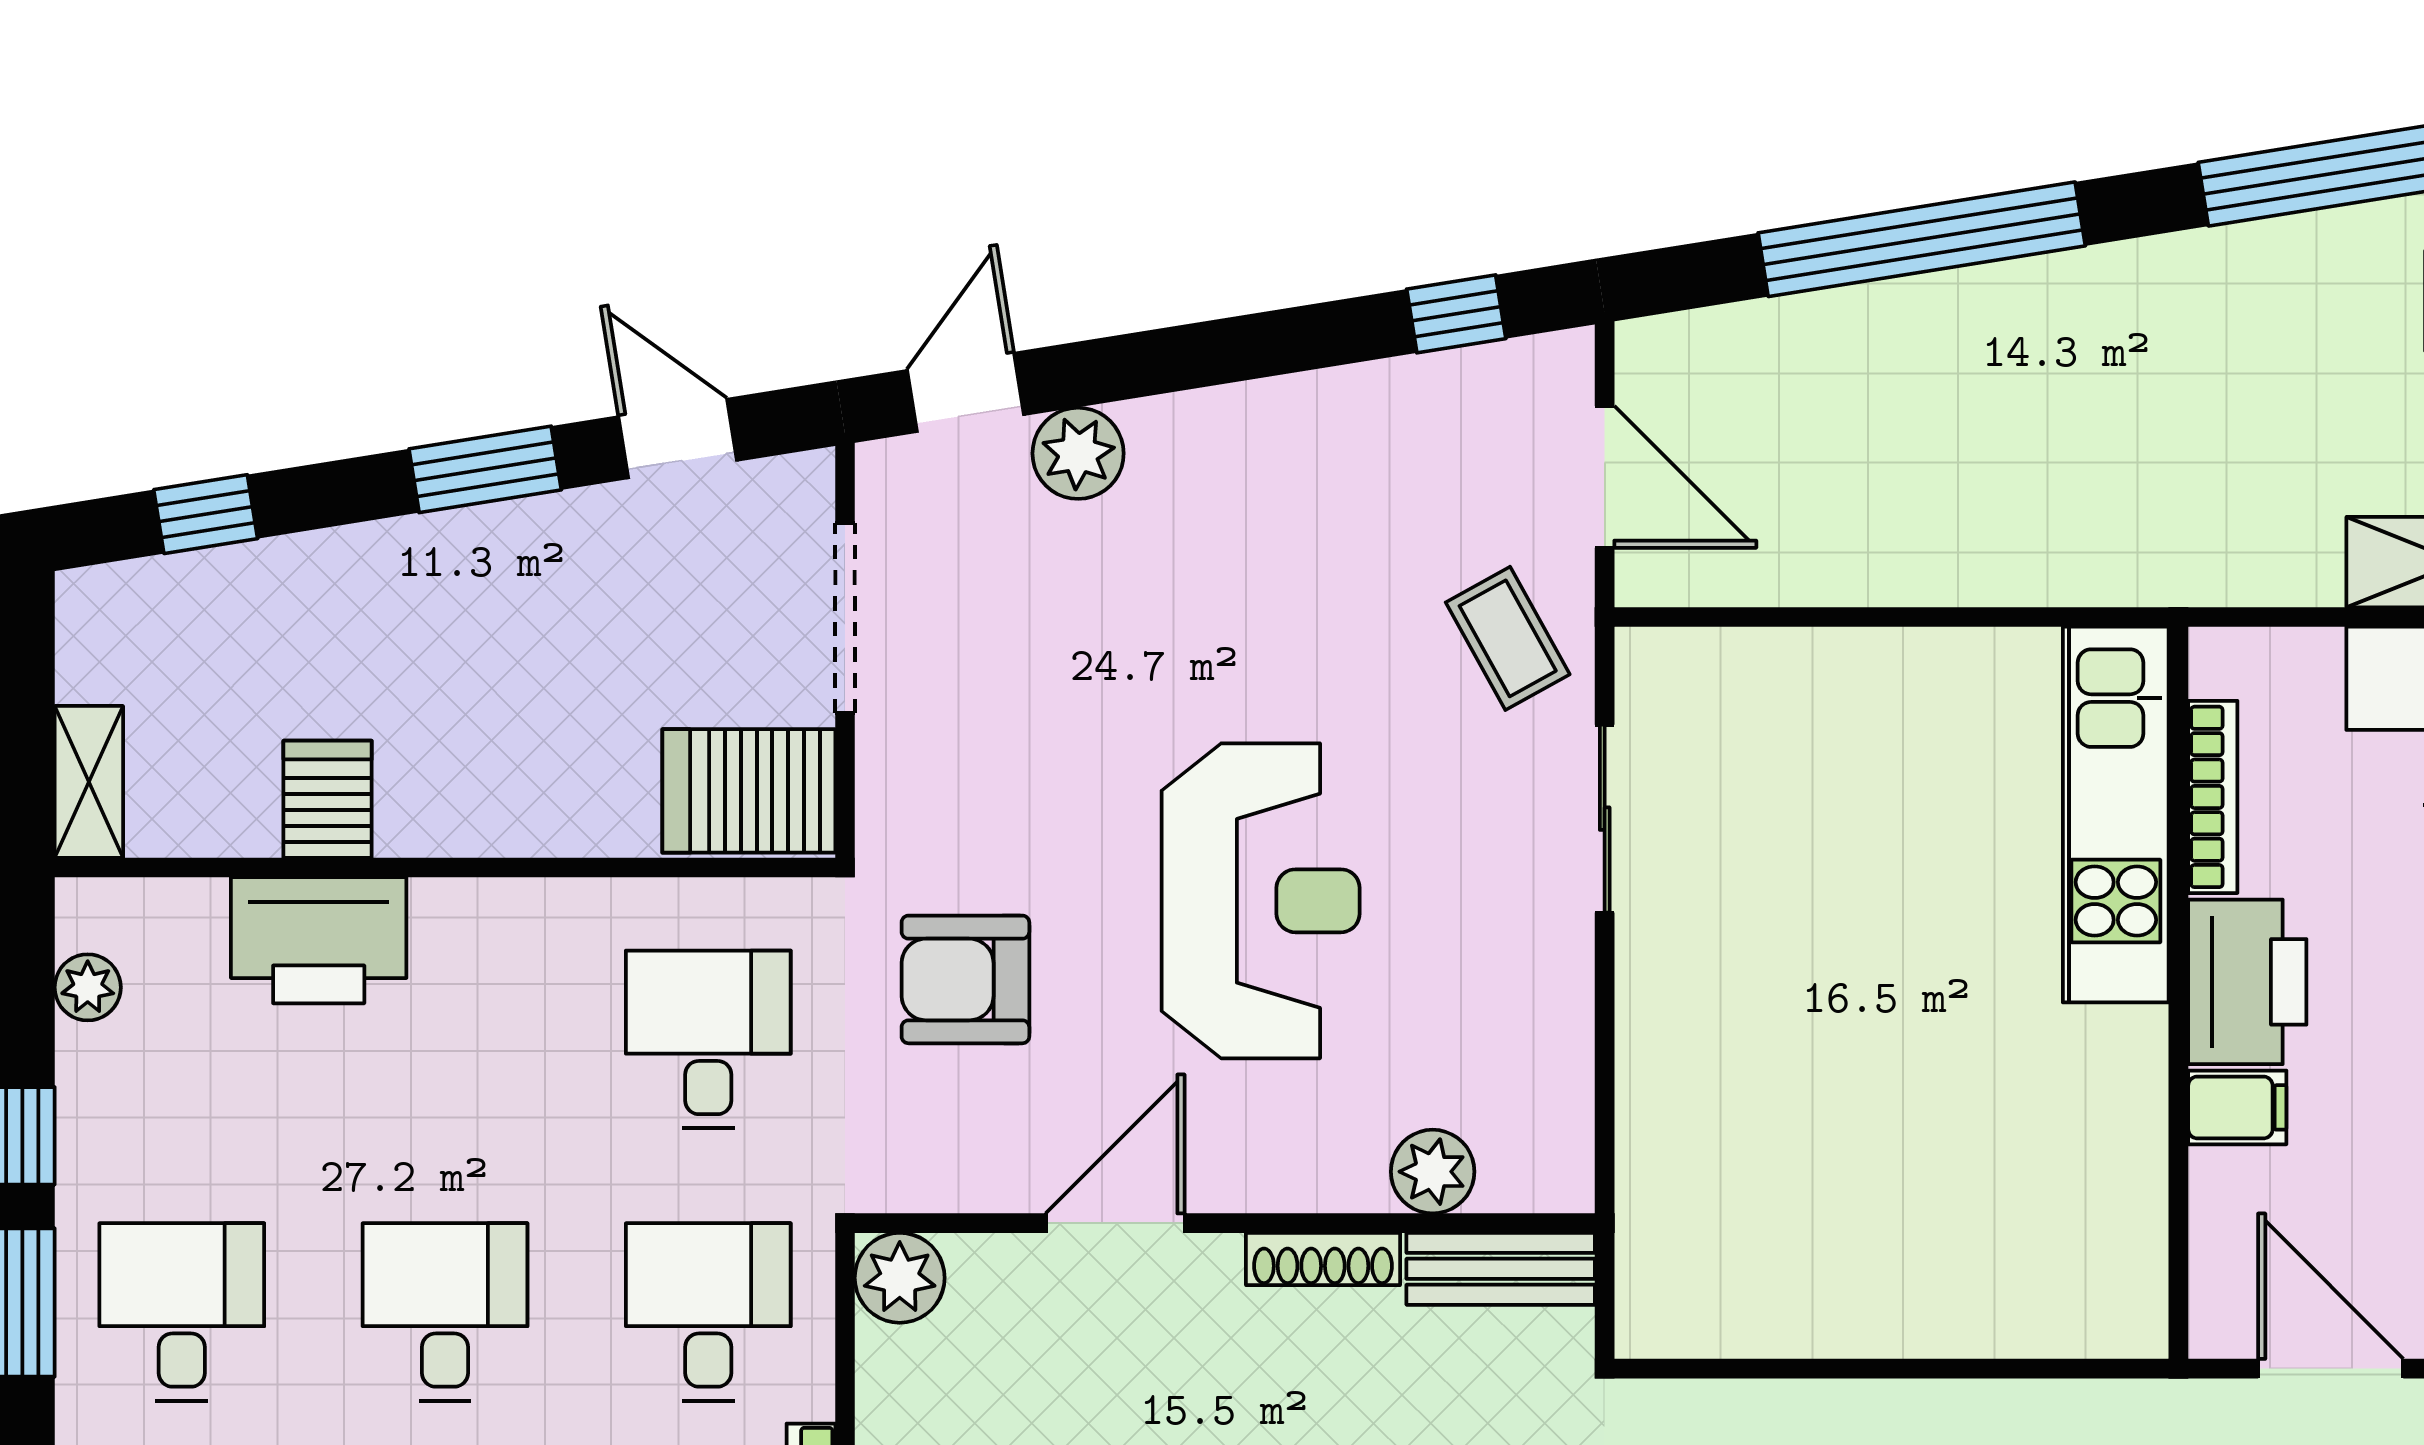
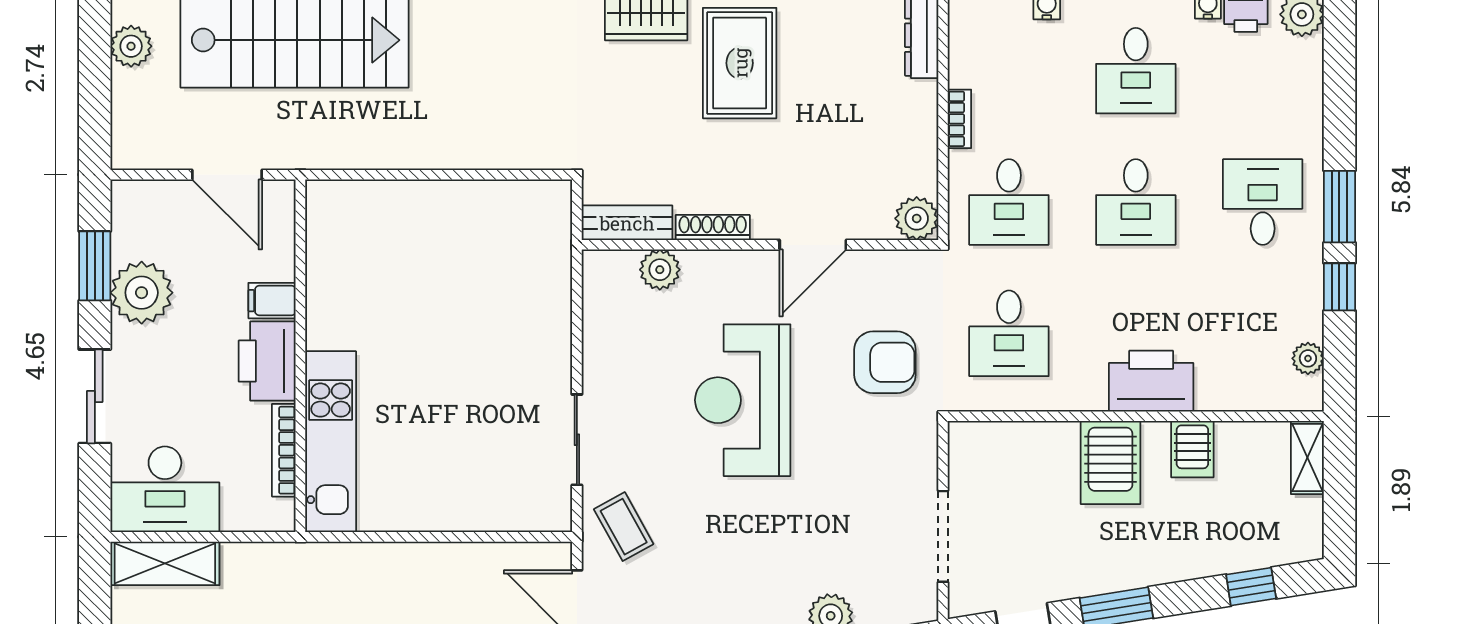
server rack: (749, 791) -> (1110, 463), moved, turned 90
printer: (319, 940) -> (1151, 381), moved
desk: (182, 1312) -> (1263, 202), turned 180

